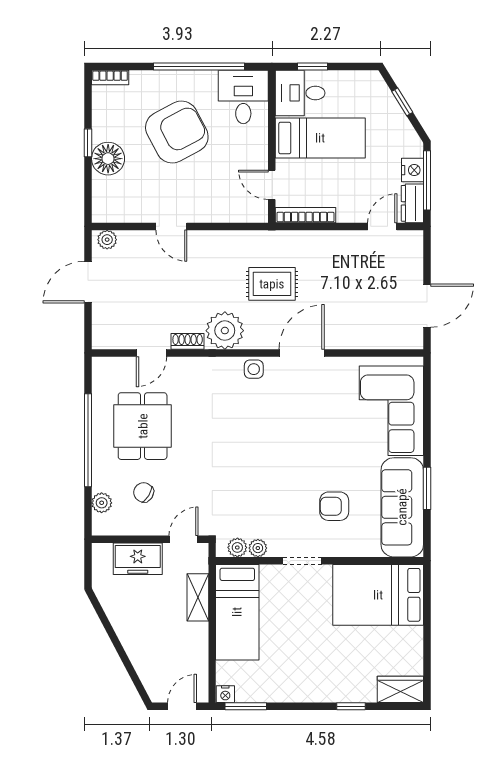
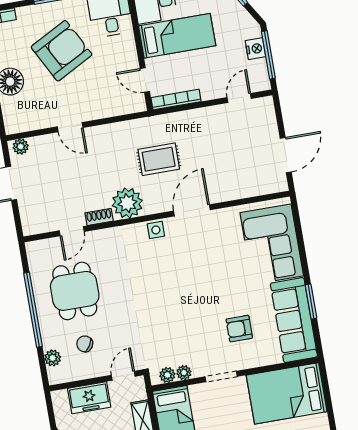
dresser: (412, 203) -> (260, 75), removed

